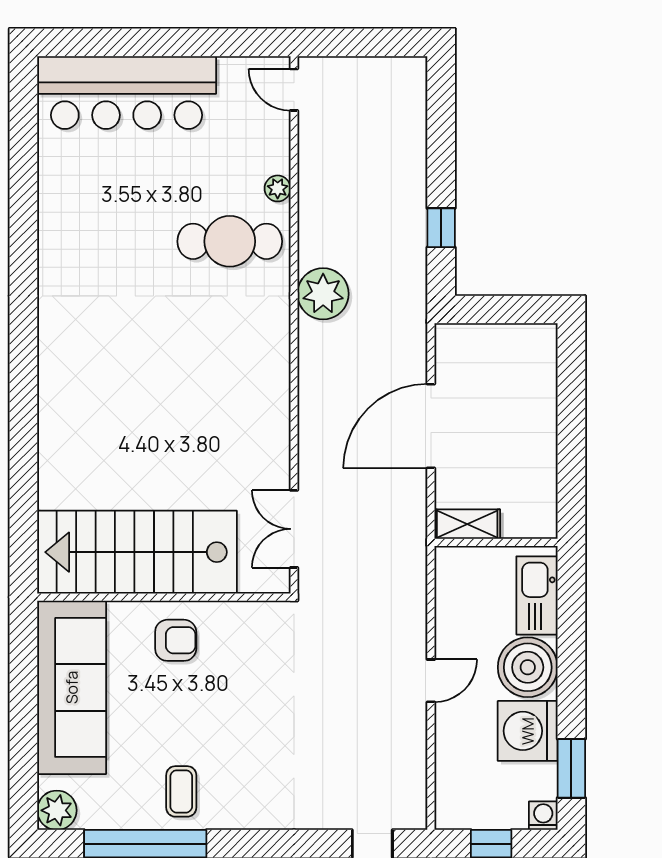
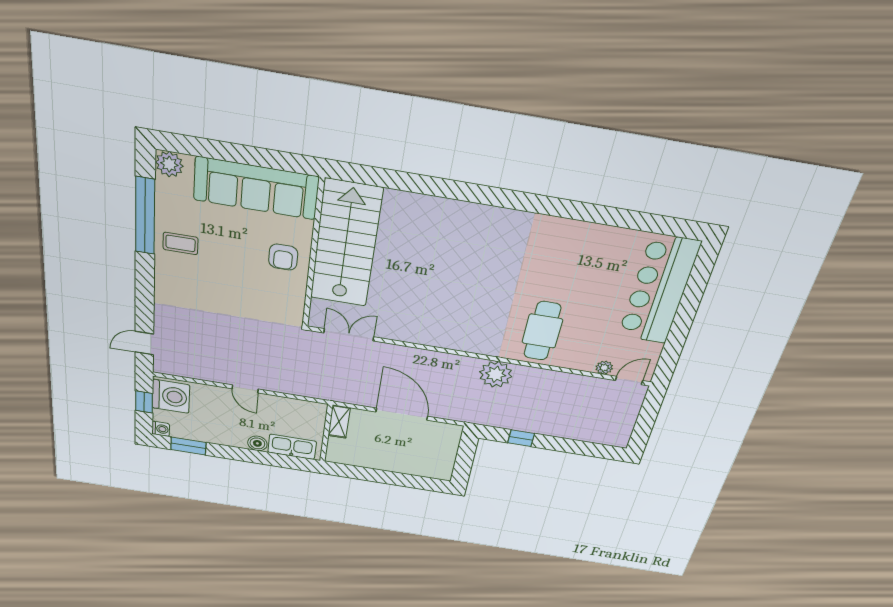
plant: (278, 188) -> (604, 368), moved
boiler: (528, 667) -> (257, 443), width x0.54, depth x0.54
washing machine: (528, 731) -> (171, 396), moved, turned 90

